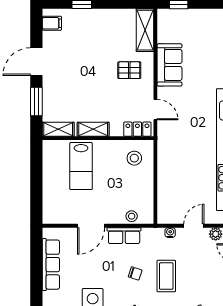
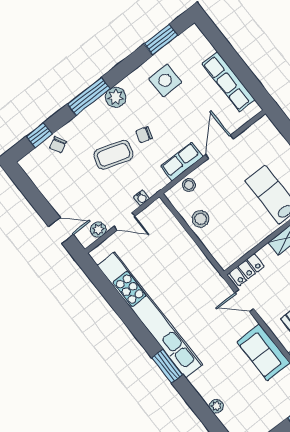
stool: (134, 158) -> (201, 219), moved
door: (194, 226) -> (124, 221), hinge flipped
coffee table: (166, 276) -> (113, 155), turned -72

